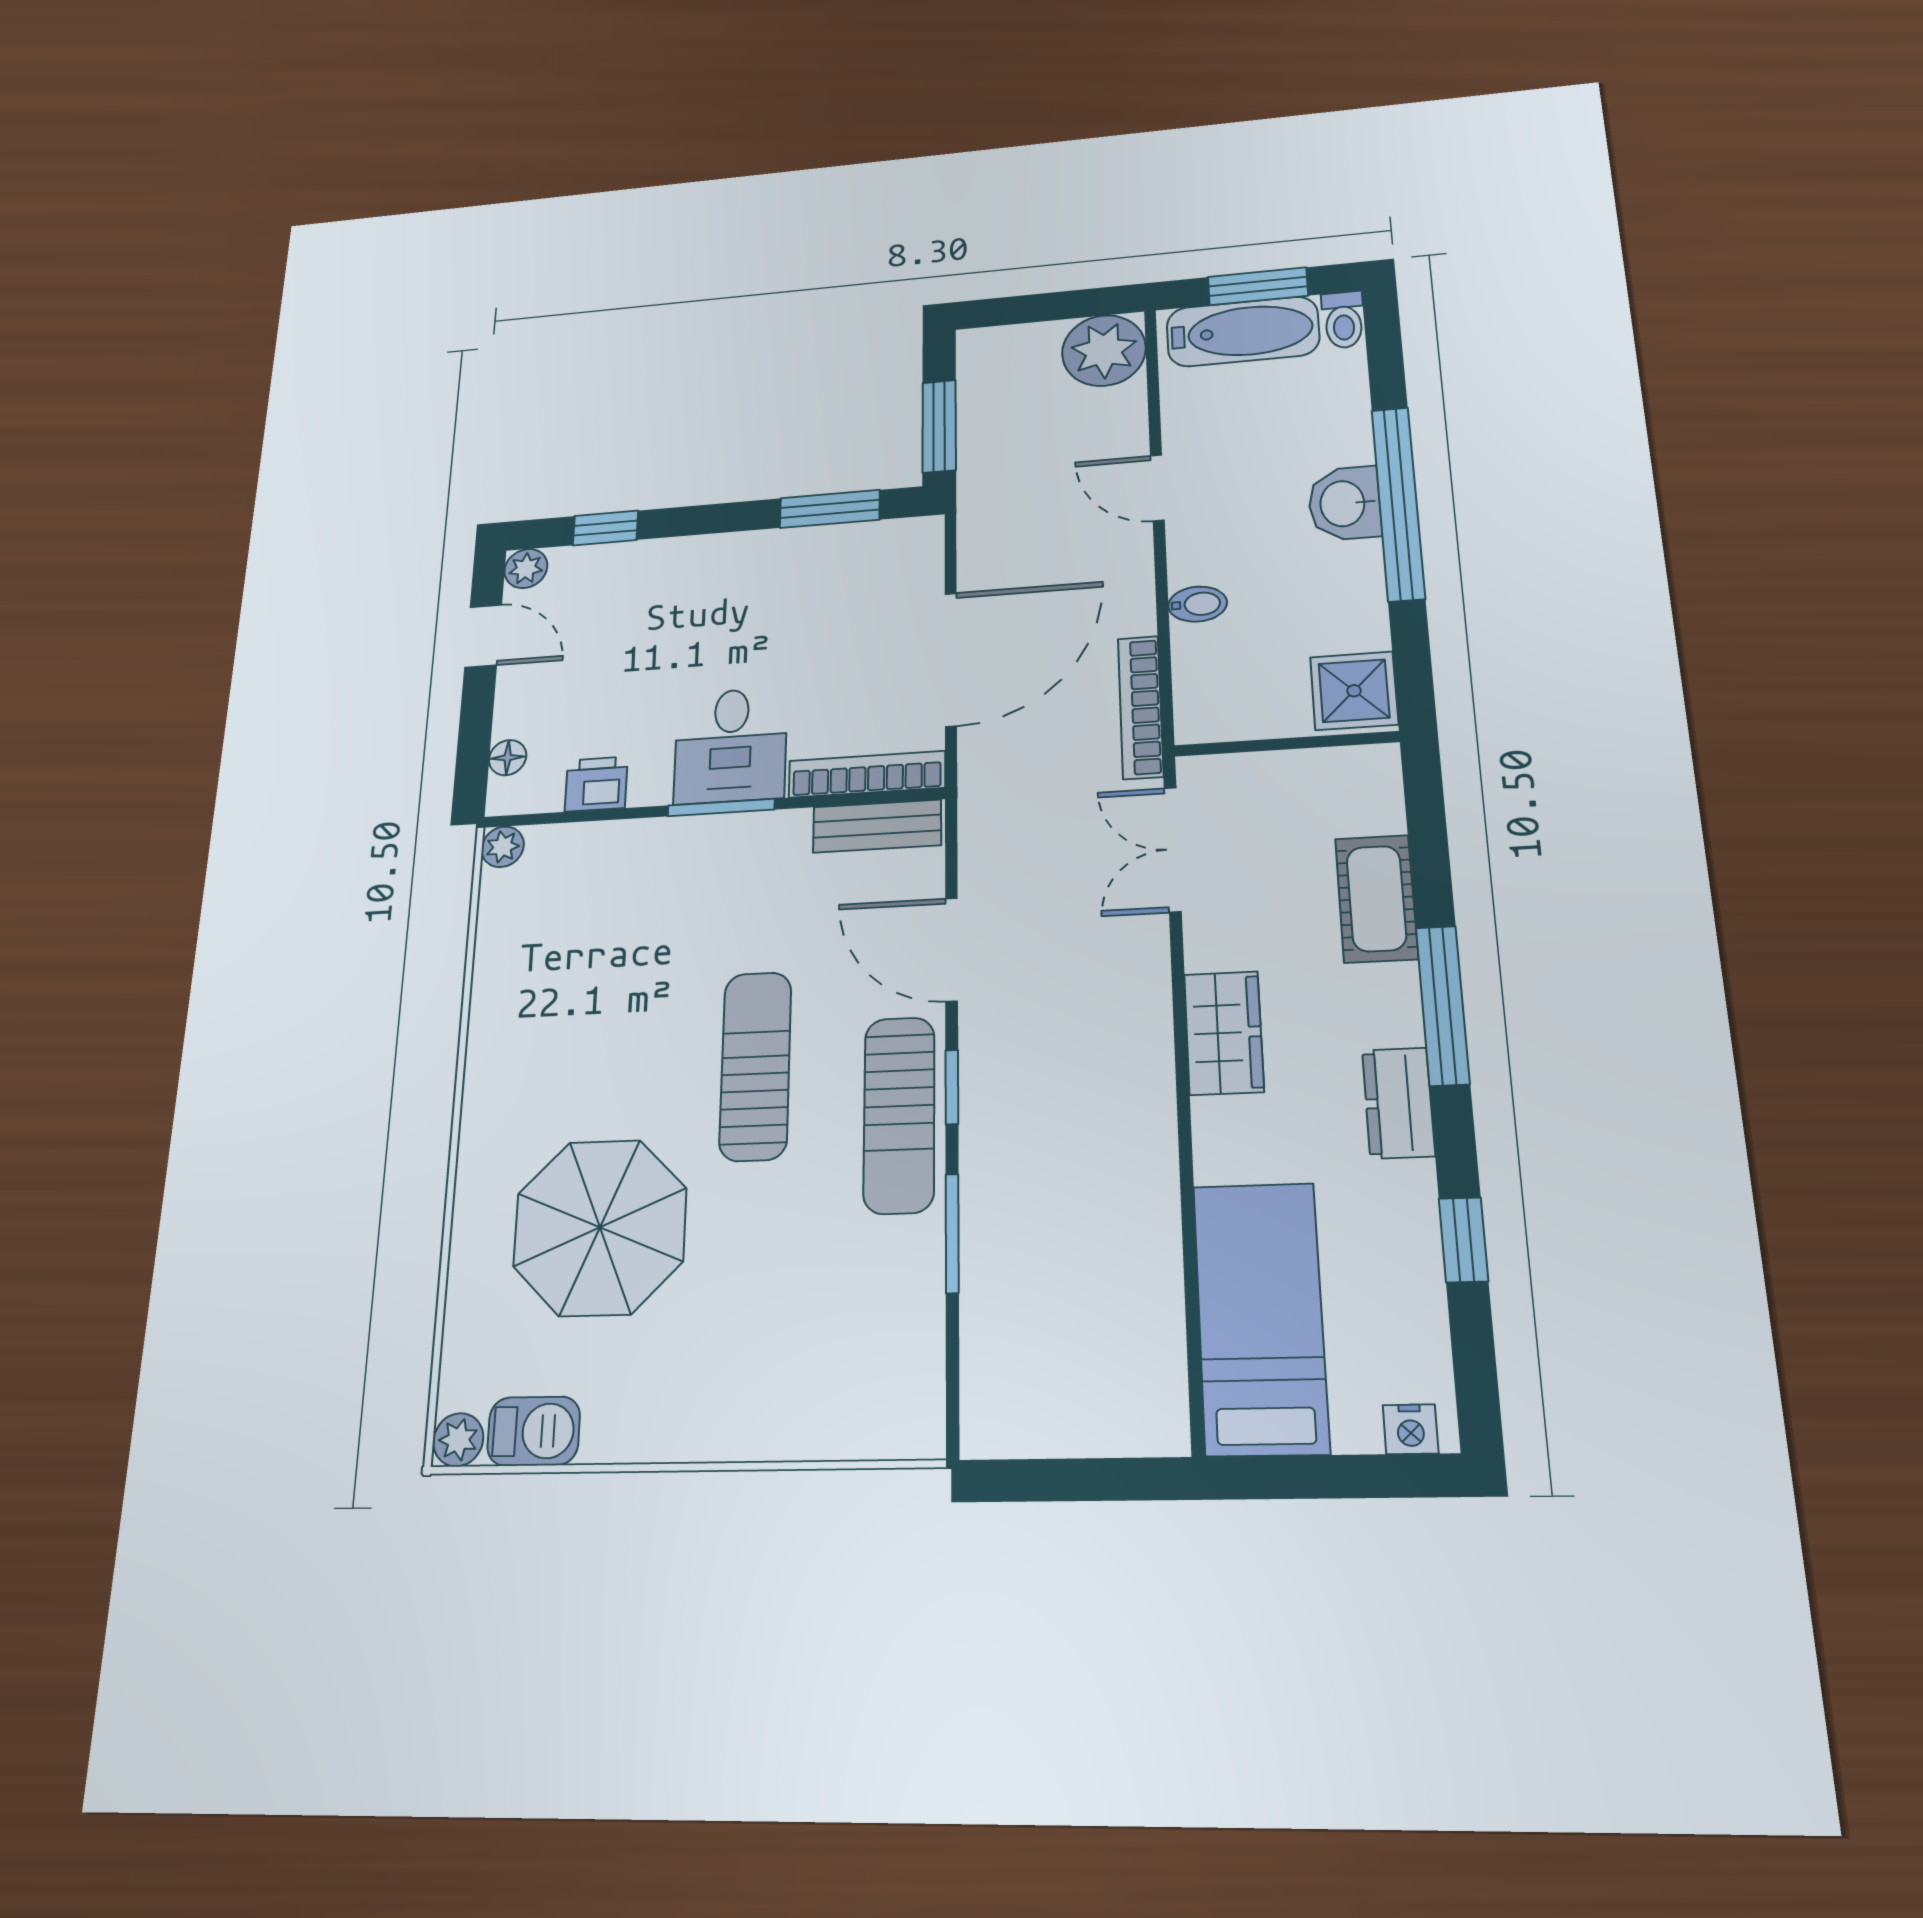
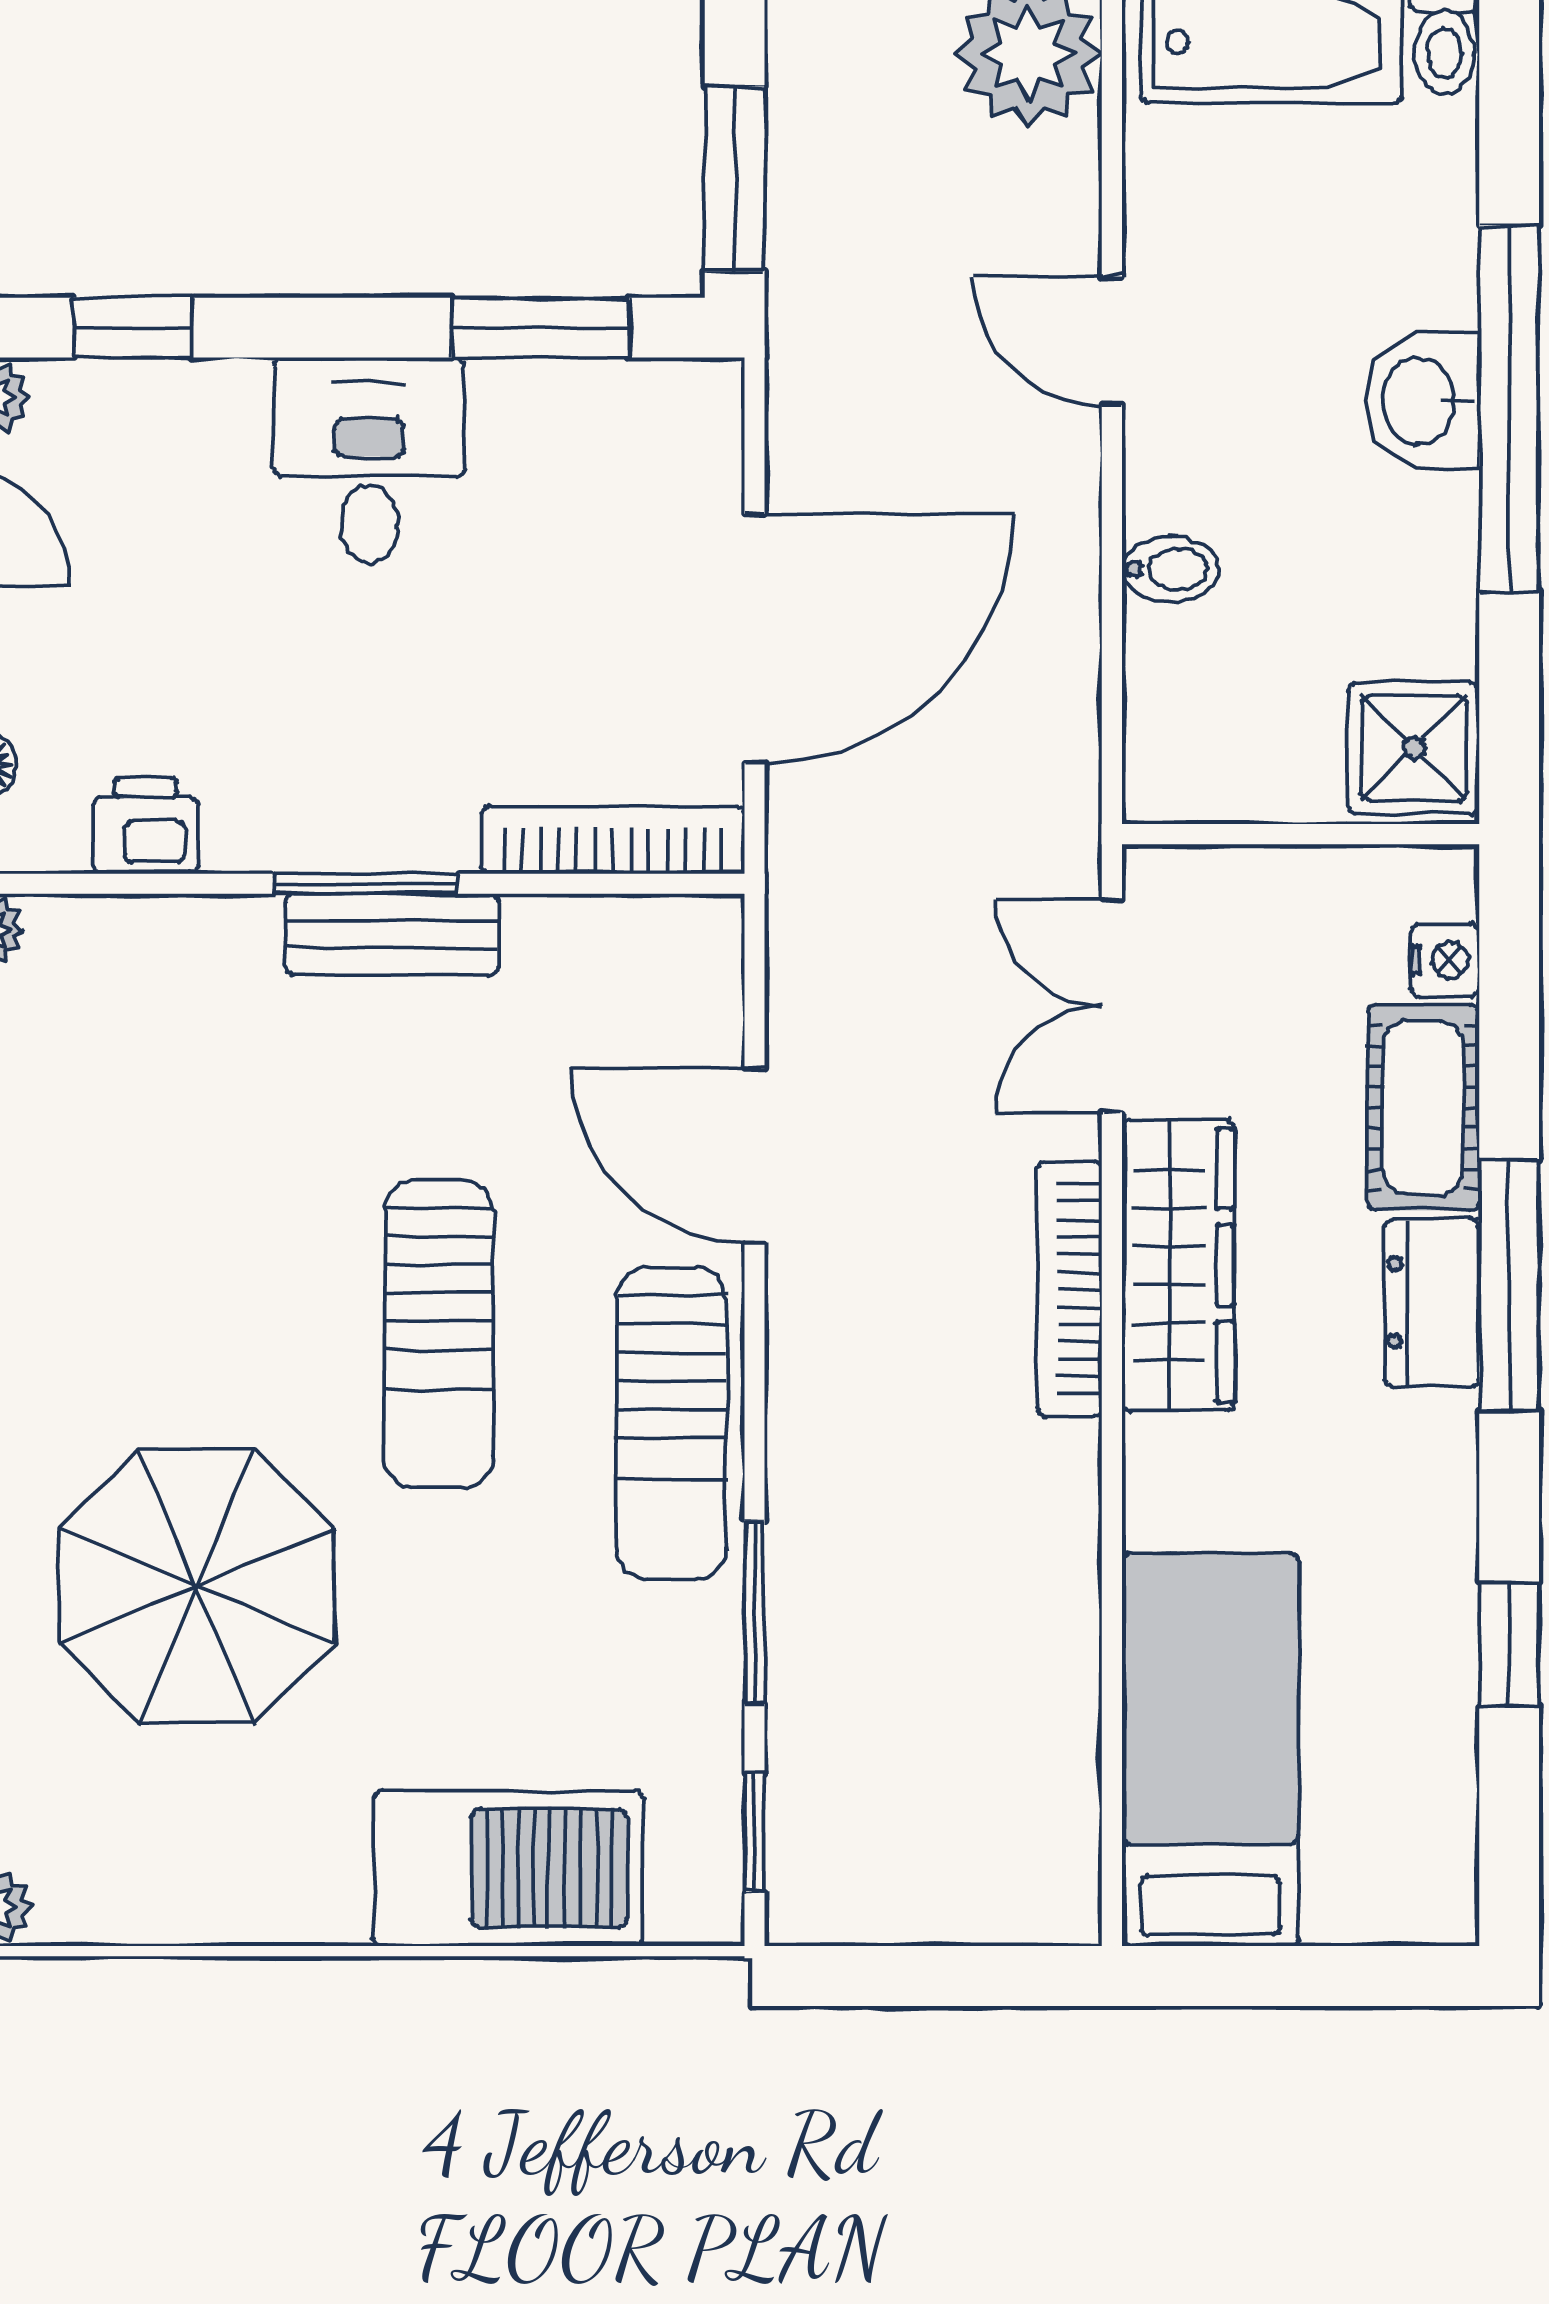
bookcase: (1141, 707) -> (1069, 1289), moved
desk: (731, 745) -> (369, 461), moved, turned 180
bench: (877, 826) -> (392, 934), moved
wardrobe: (1224, 1033) -> (1178, 1265), width x1.50
sun lounger: (755, 1066) -> (439, 1334), turned 180
window: (952, 1087) -> (754, 1832), moved
dresser: (1398, 1103) -> (1432, 1303), moved
nightstand: (1411, 1429) -> (1445, 960), moved, turned -90
barbecue: (534, 1431) -> (509, 1868), moved, width x1.88, depth x1.53

